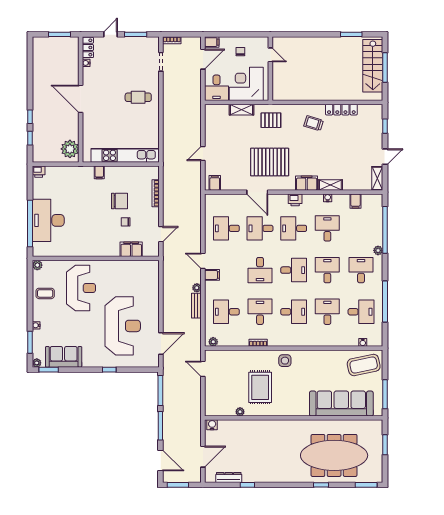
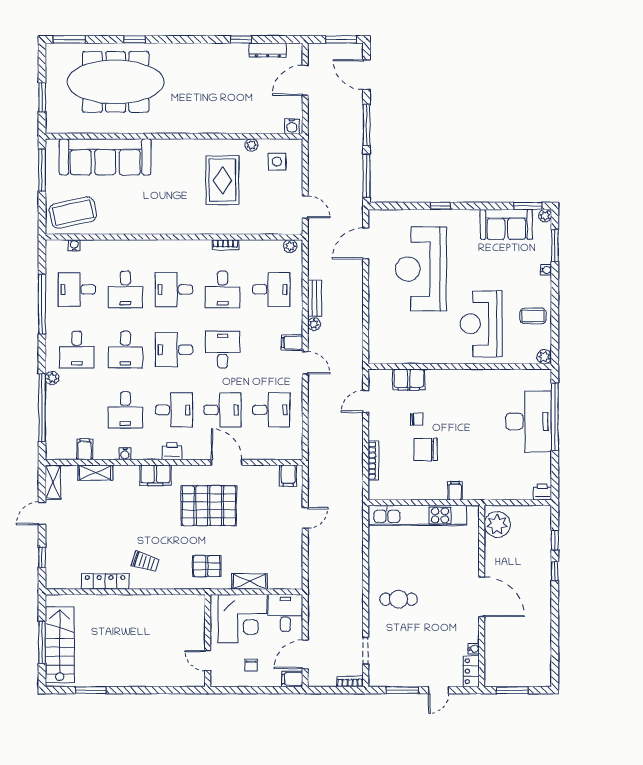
shelving: (330, 185) -> (95, 473), moved
side table: (285, 361) -> (277, 162), moved

